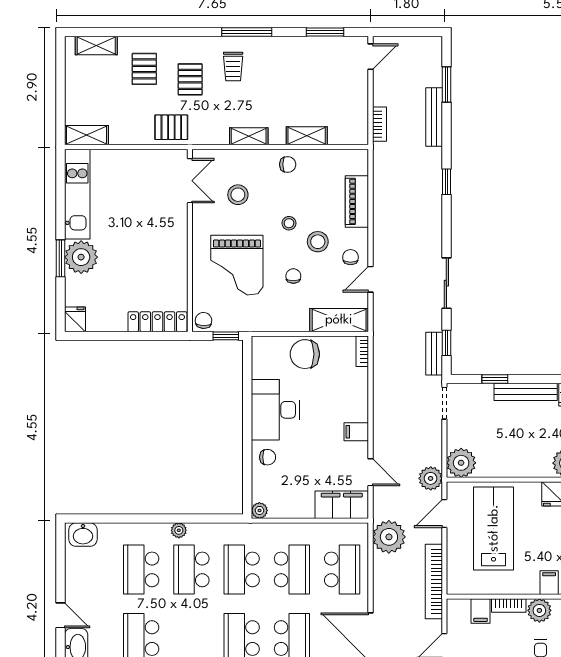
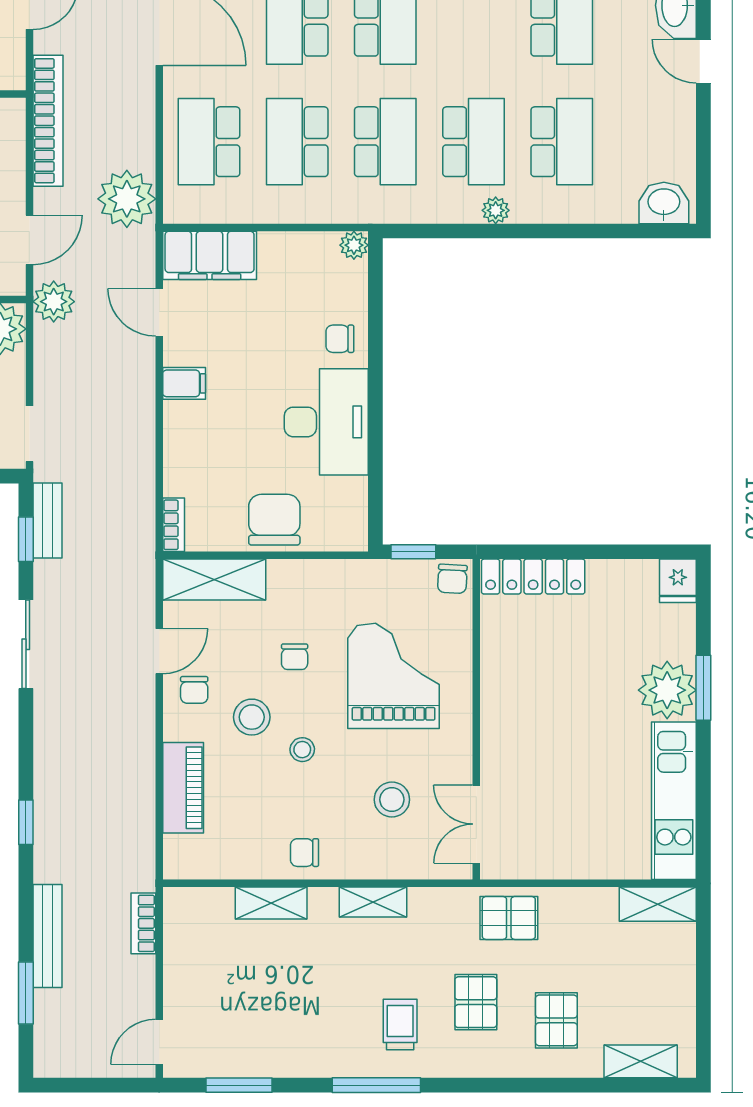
chair: (305, 354) -> (274, 520), turned -90

